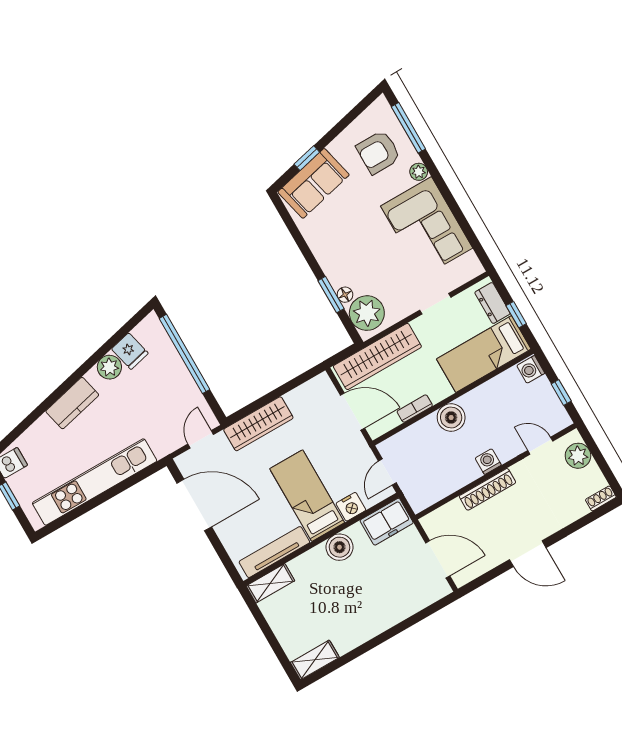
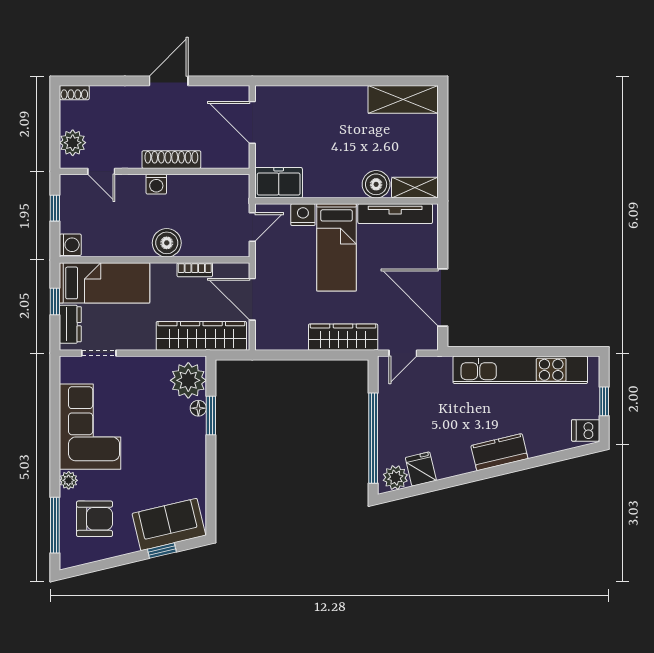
doorway: (435, 304) -> (99, 353), moved
plant: (109, 367) -> (395, 478), moved
boiler: (340, 547) -> (376, 184), moved
door: (528, 554) -> (169, 81), hinge flipped
shelving: (315, 660) -> (403, 99), width x1.50, depth x1.33

